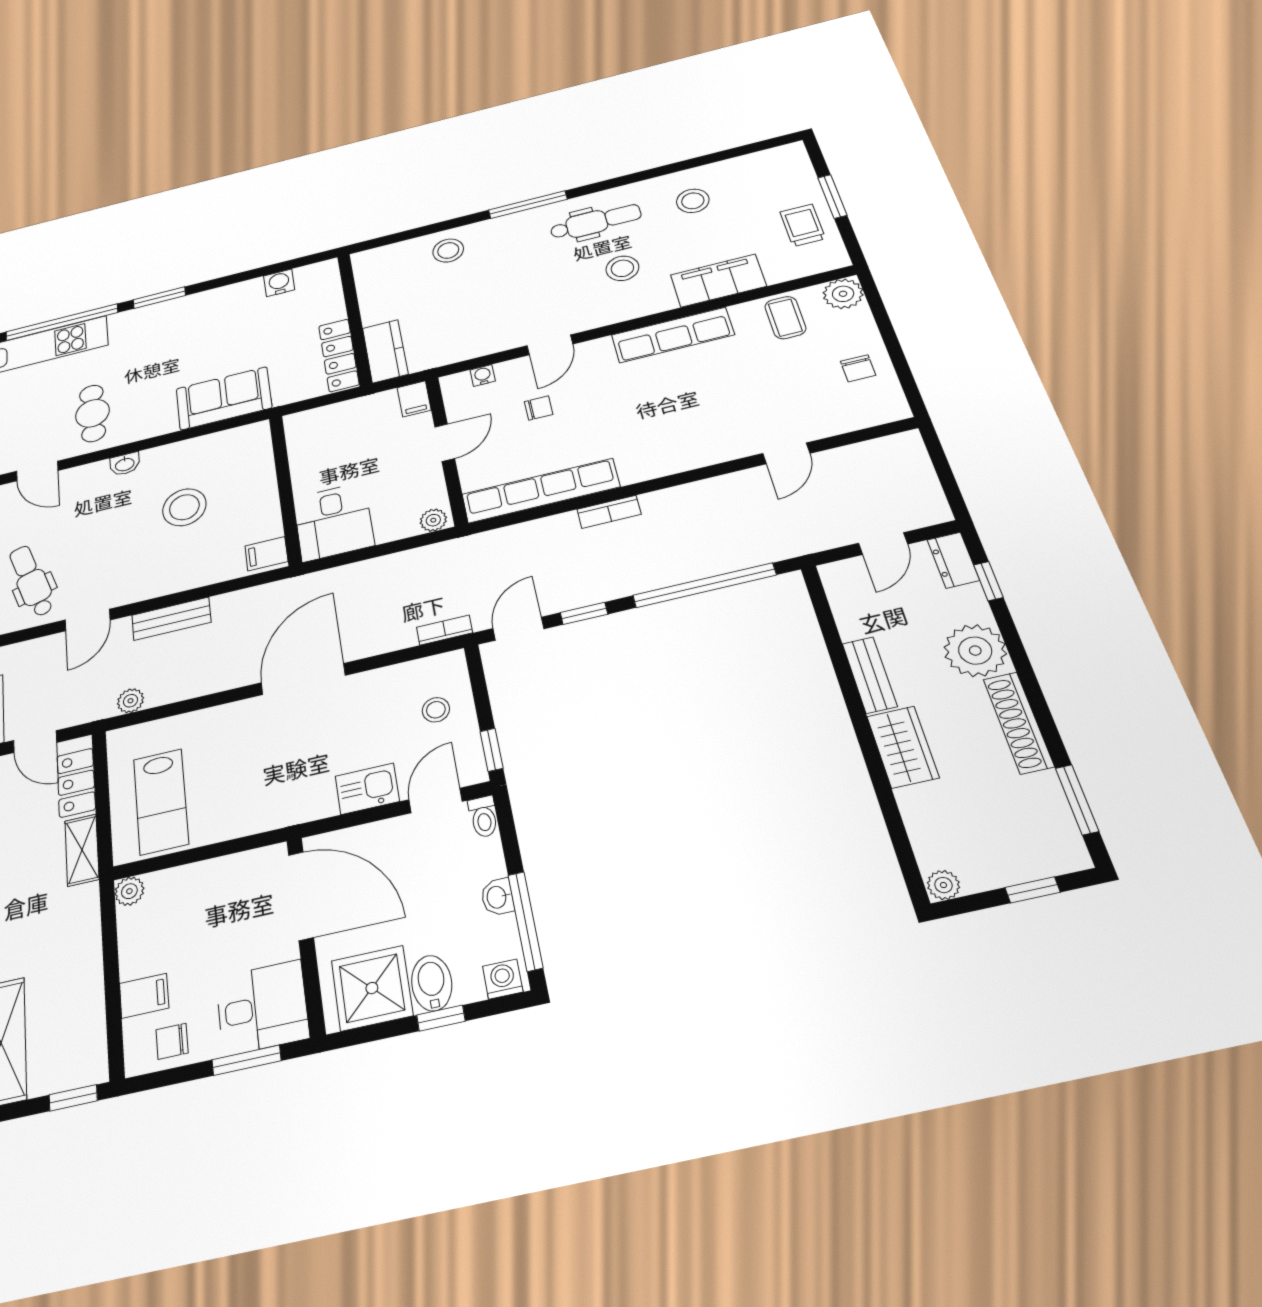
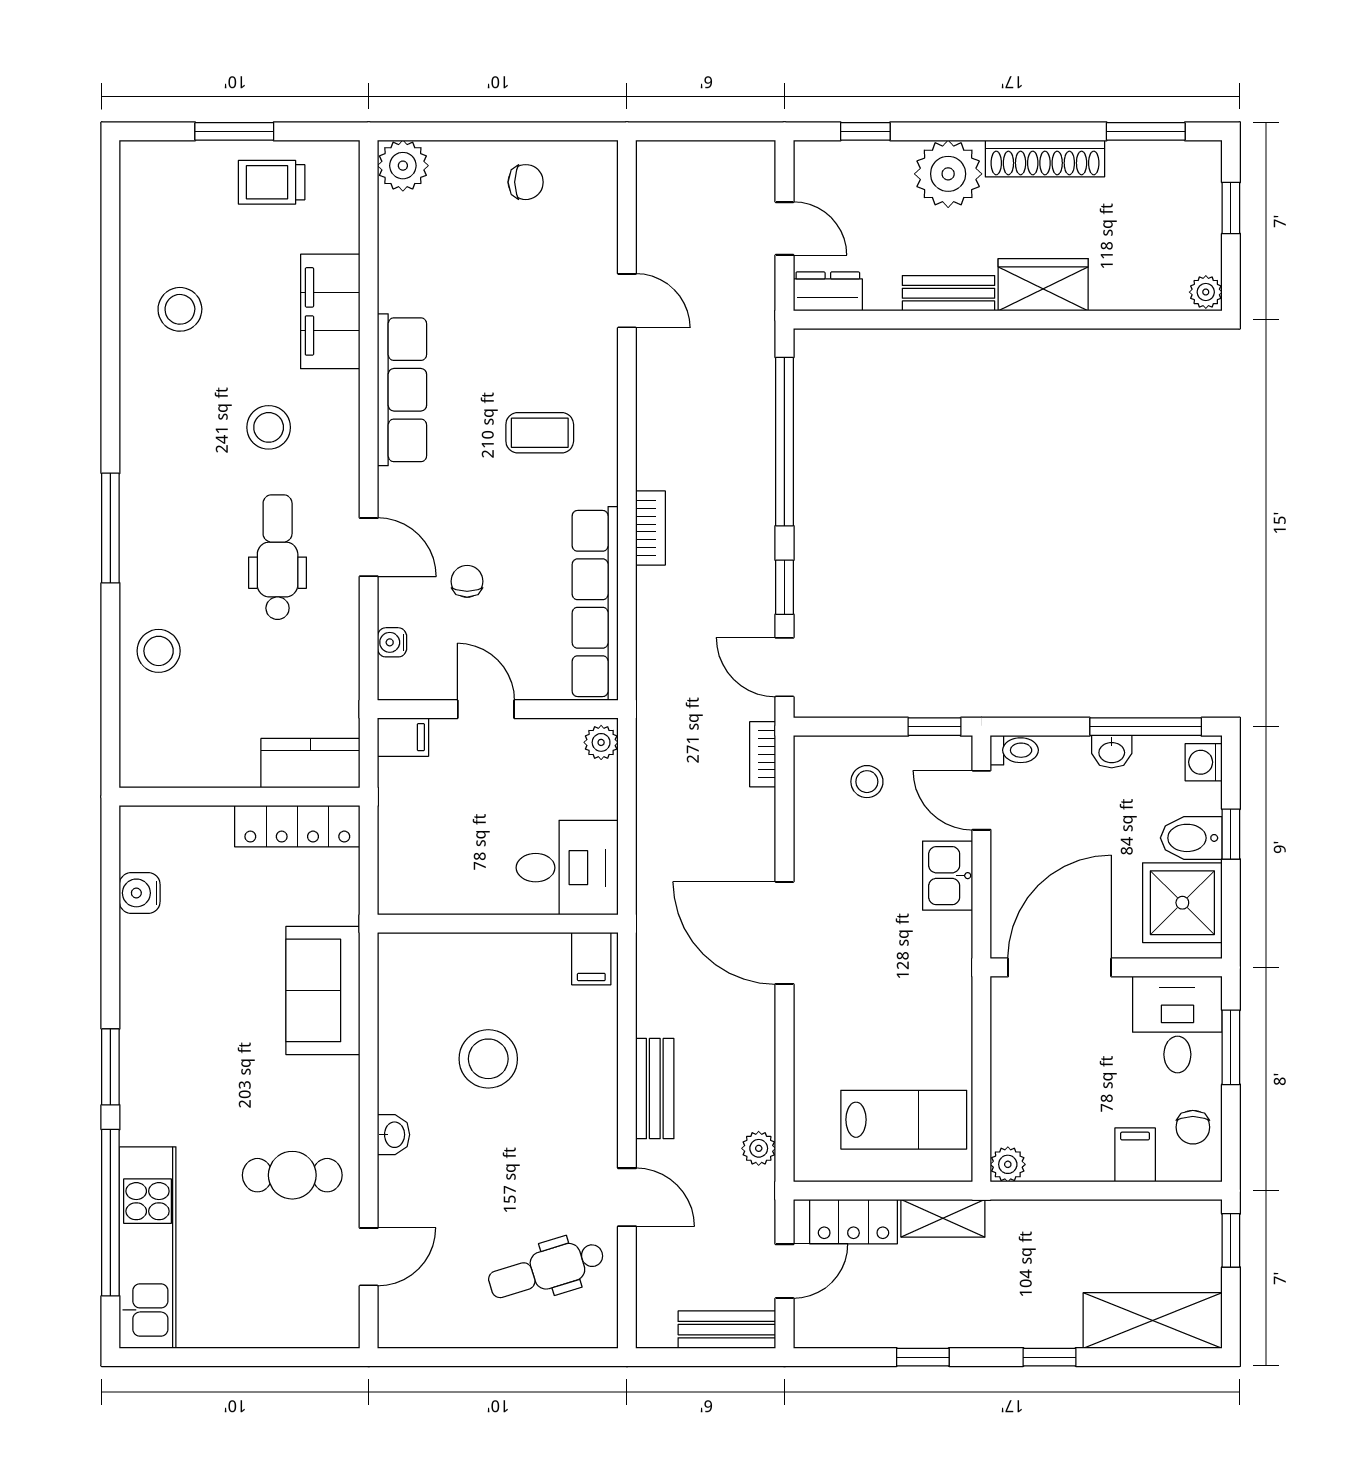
dental chair: (596, 222) -> (278, 557), moved
coffee table: (785, 318) -> (540, 433), moved
dresser: (953, 560) -> (828, 291), moved, turned 180

